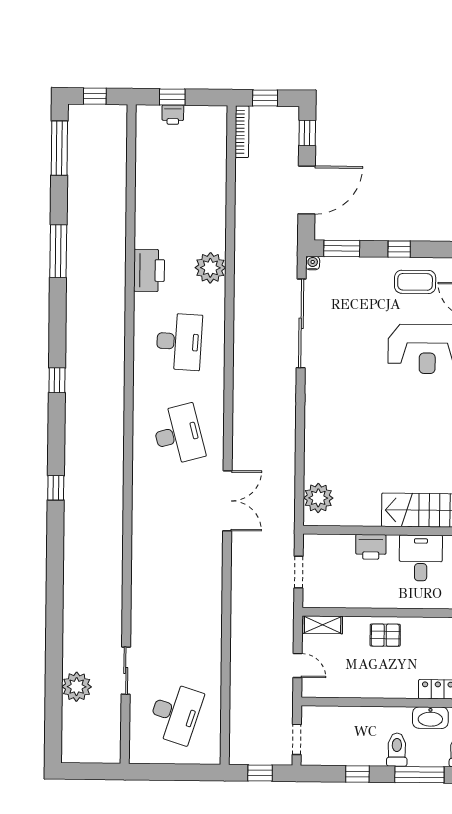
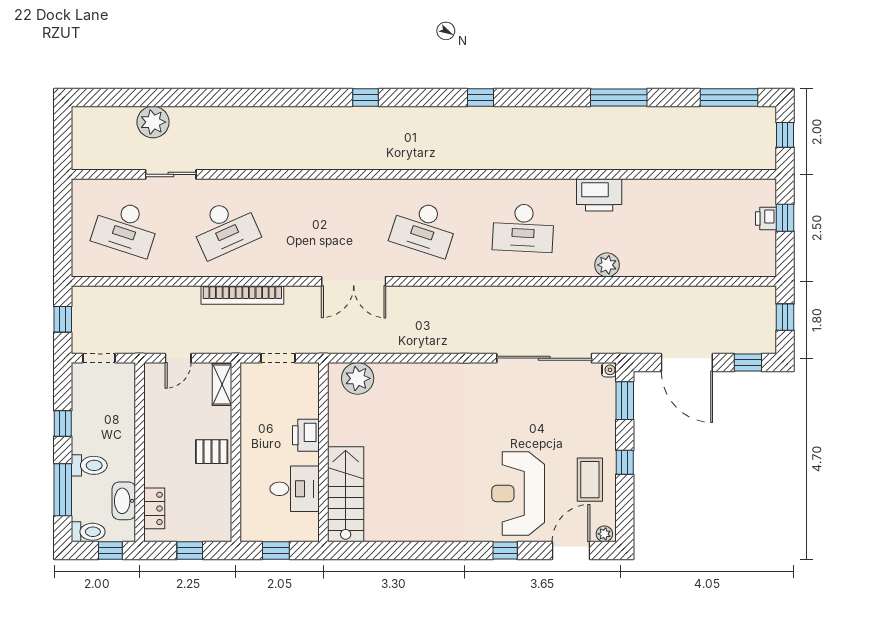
bookcase: (242, 132) -> (242, 295), moved, width x1.48, depth x1.31
plant: (210, 268) -> (607, 265), width x0.73, depth x0.73
desk: (178, 435) -> (424, 228), turned 33
desk: (176, 620) -> (225, 228), added
pallet: (385, 635) -> (212, 452), turned 90

